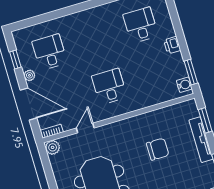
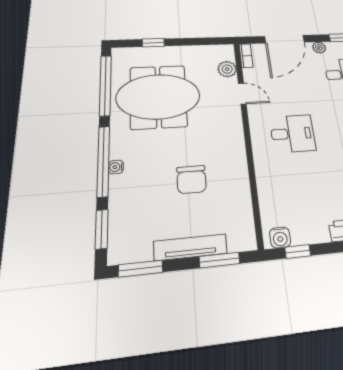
window: (191, 72) -> (298, 251), width x0.67
plant: (53, 147) -> (227, 69), moved

